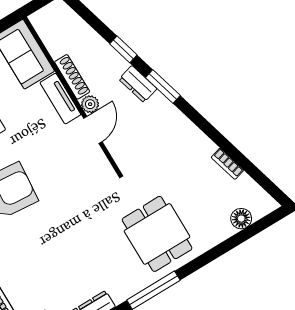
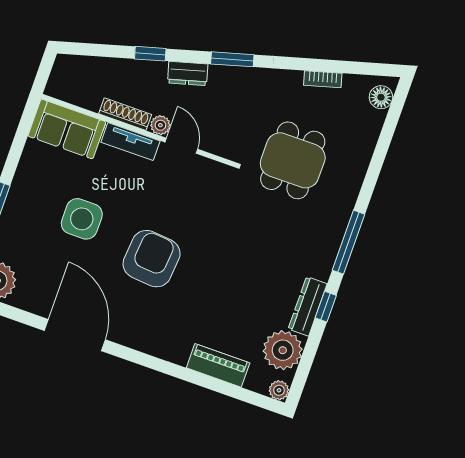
window: (163, 87) -> (232, 59), moved
floor lamp: (241, 219) -> (381, 97), moved
dining table: (157, 234) -> (293, 160), moved, turned 90

